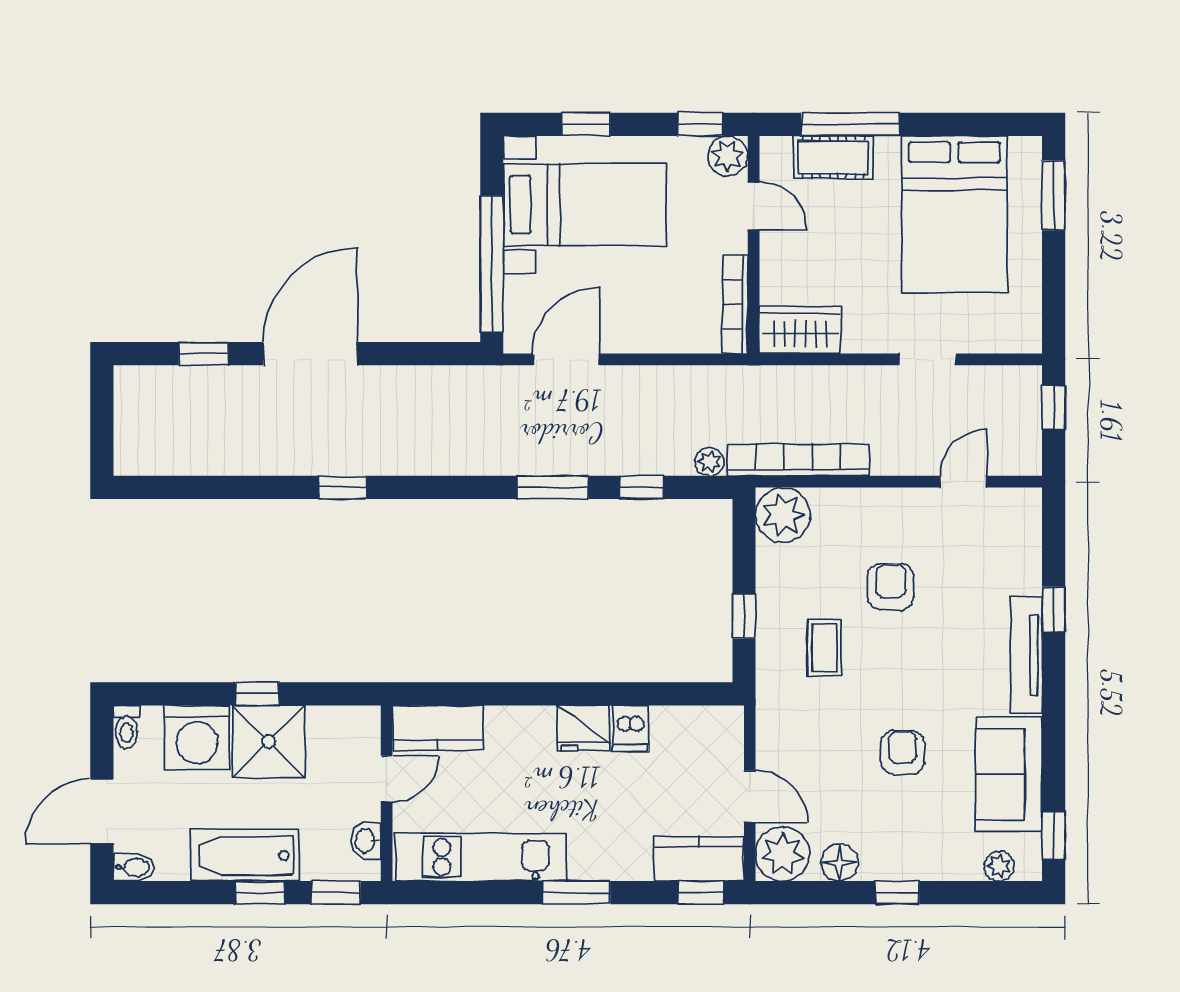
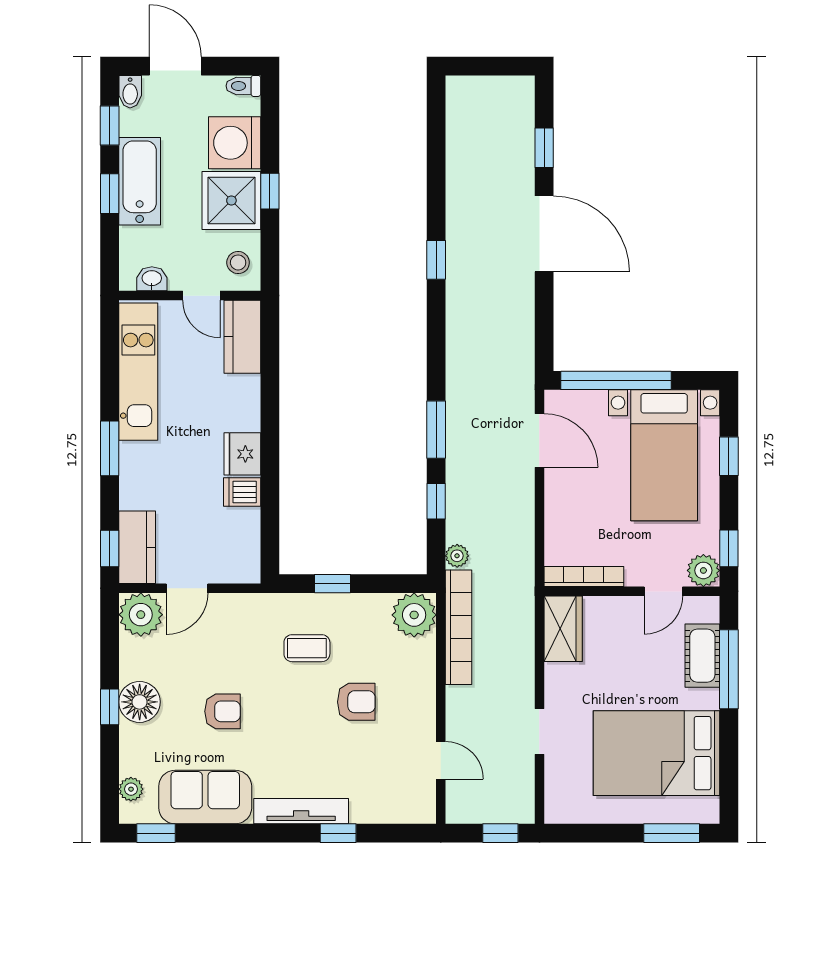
stool: (346, 733) -> (238, 262), added
floor lamp: (839, 863) -> (140, 702), moved, width x1.38, depth x1.38
window: (336, 893) -> (110, 126), moved

